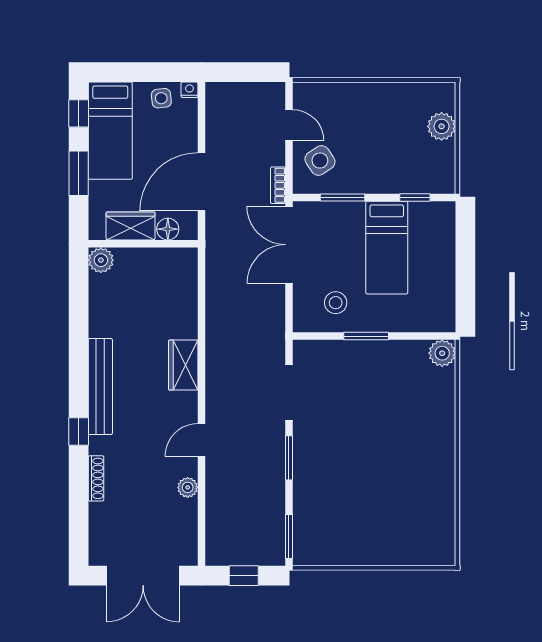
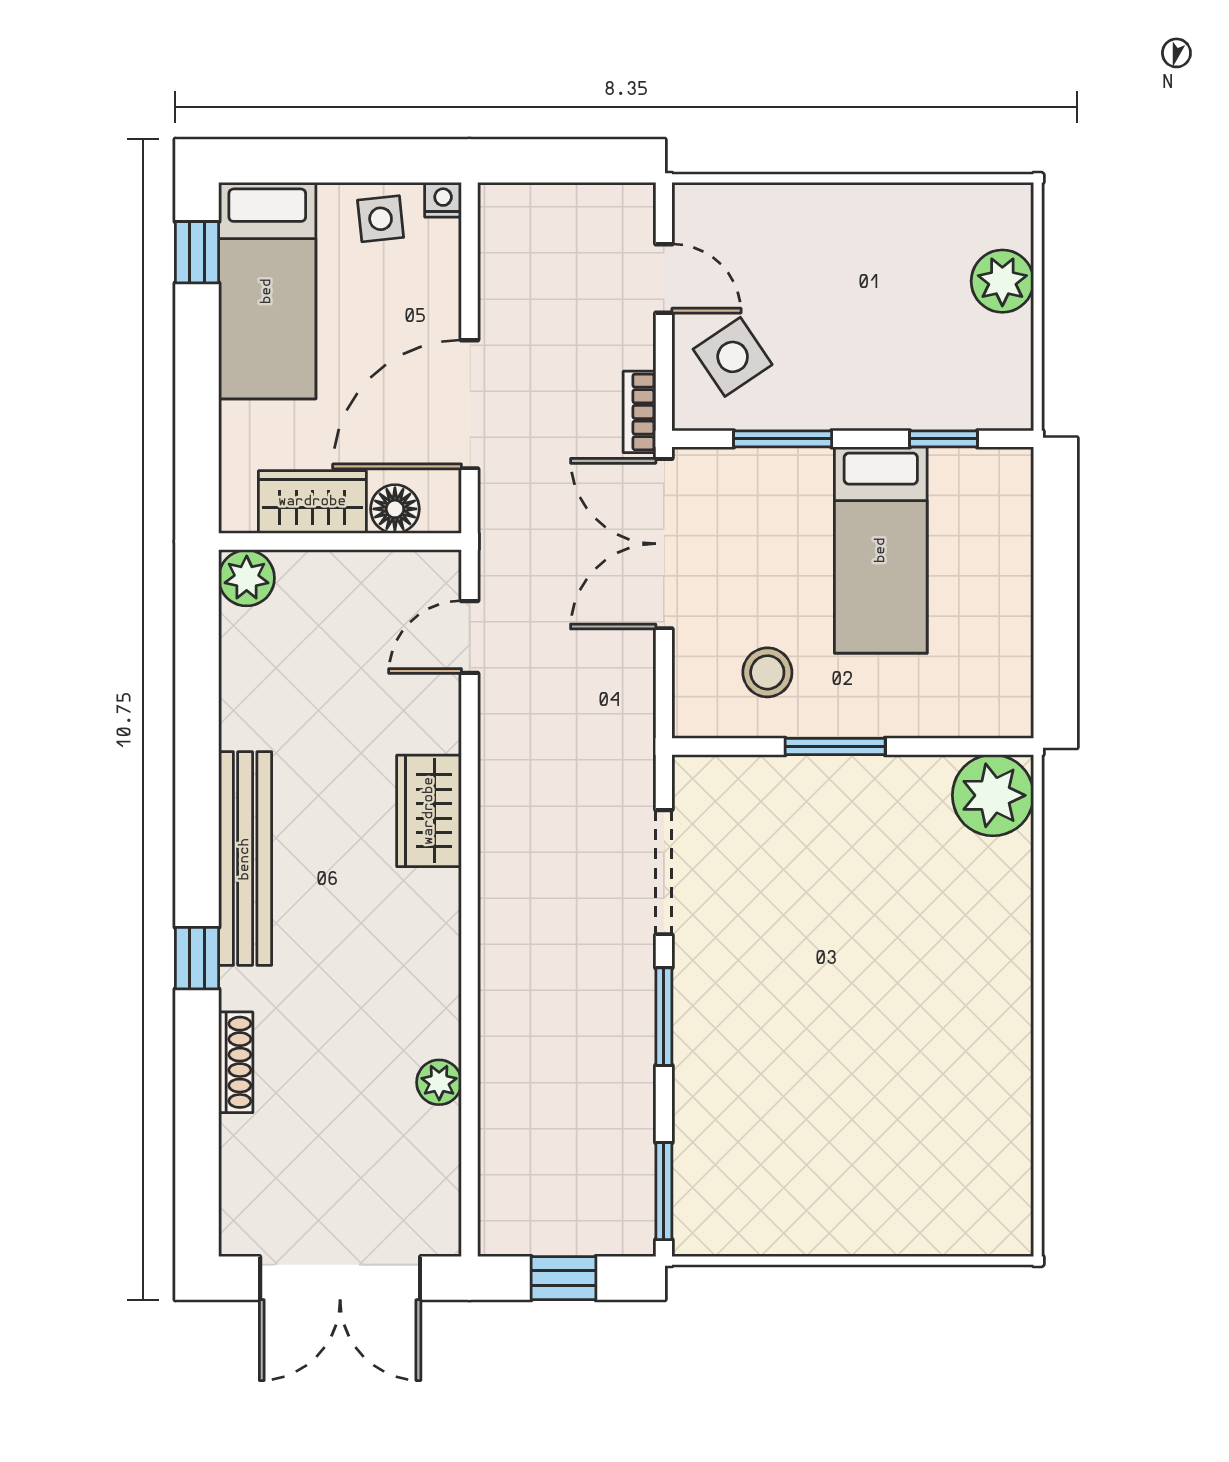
window: (79, 173) -> (197, 385), removed
plant: (442, 353) -> (993, 795), width x1.36, depth x1.36
door: (201, 440) -> (470, 637), moved

